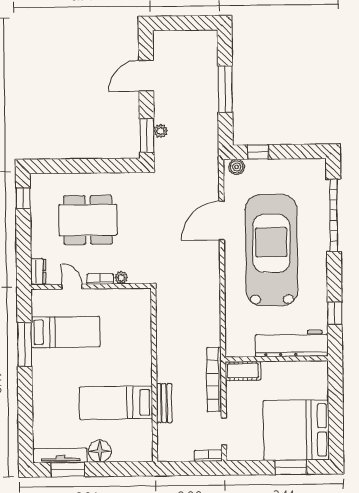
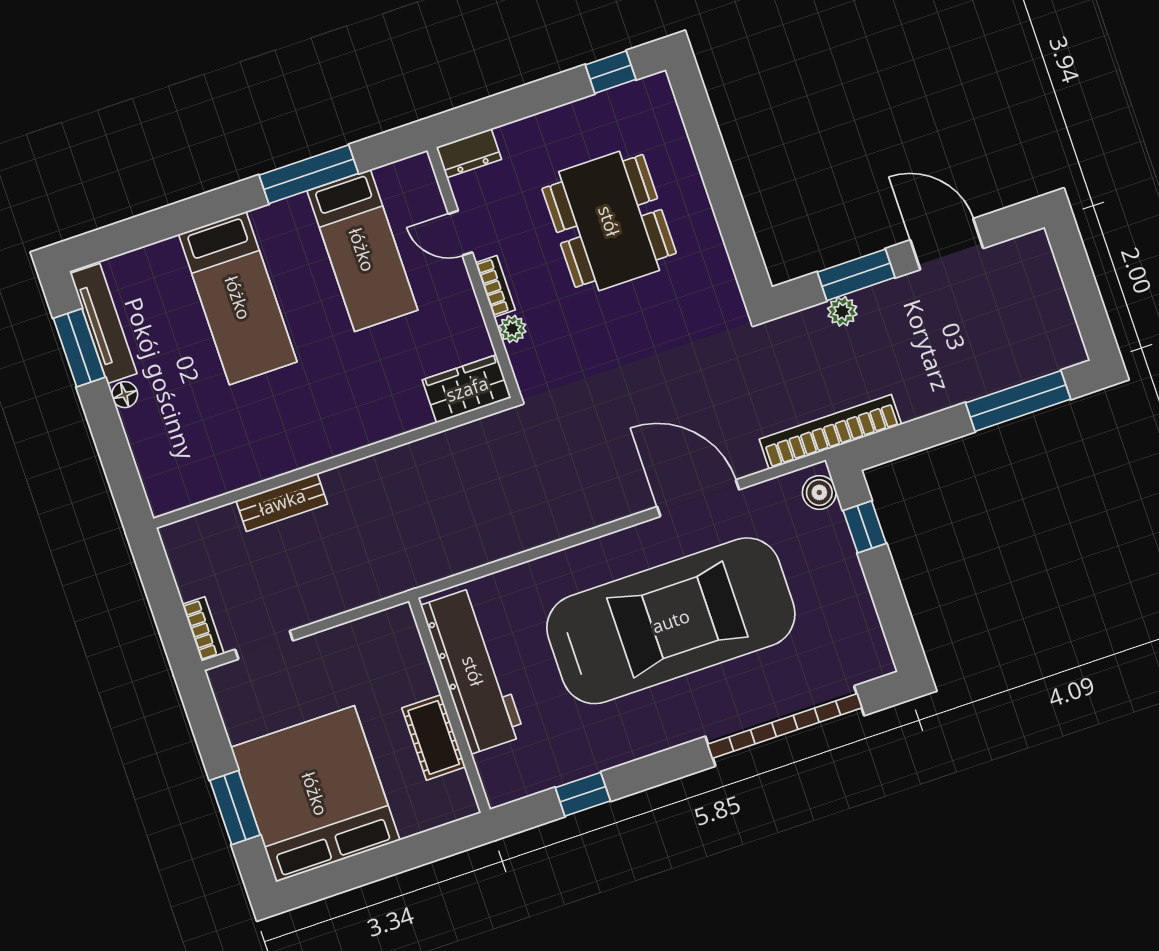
window: (225, 89) -> (1018, 401), moved
window: (147, 136) -> (856, 275), moved
door: (72, 287) -> (460, 233), swing flipped
wardrobe: (141, 306) -> (467, 389), added
workbench: (292, 343) -> (473, 671), moved
cot: (243, 371) -> (434, 737), moved
bookcase: (214, 380) -> (830, 432), moved
bed: (116, 403) -> (238, 298), moved, turned 180
floor lamp: (100, 451) -> (125, 395), width x0.53, depth x0.53

